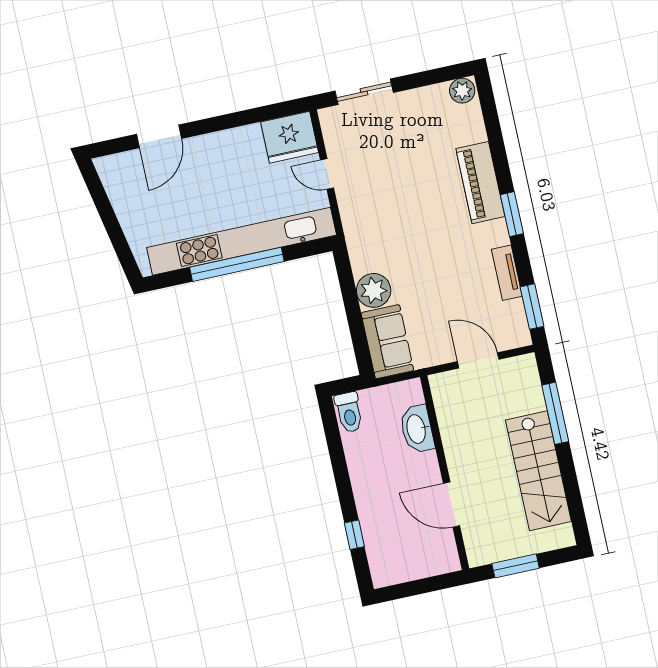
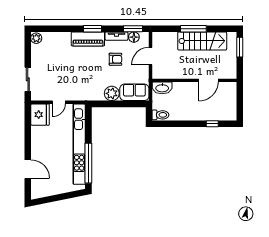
piano: (480, 183) -> (88, 39), moved
window: (237, 264) -> (88, 163), moved
armchair: (454, 282) -> (115, 59), added
floor lamp: (513, 313) -> (134, 37), added
window: (555, 413) -> (193, 29), moved
washbasin: (417, 429) -> (162, 88), moved
window: (516, 566) -> (240, 47), moved

